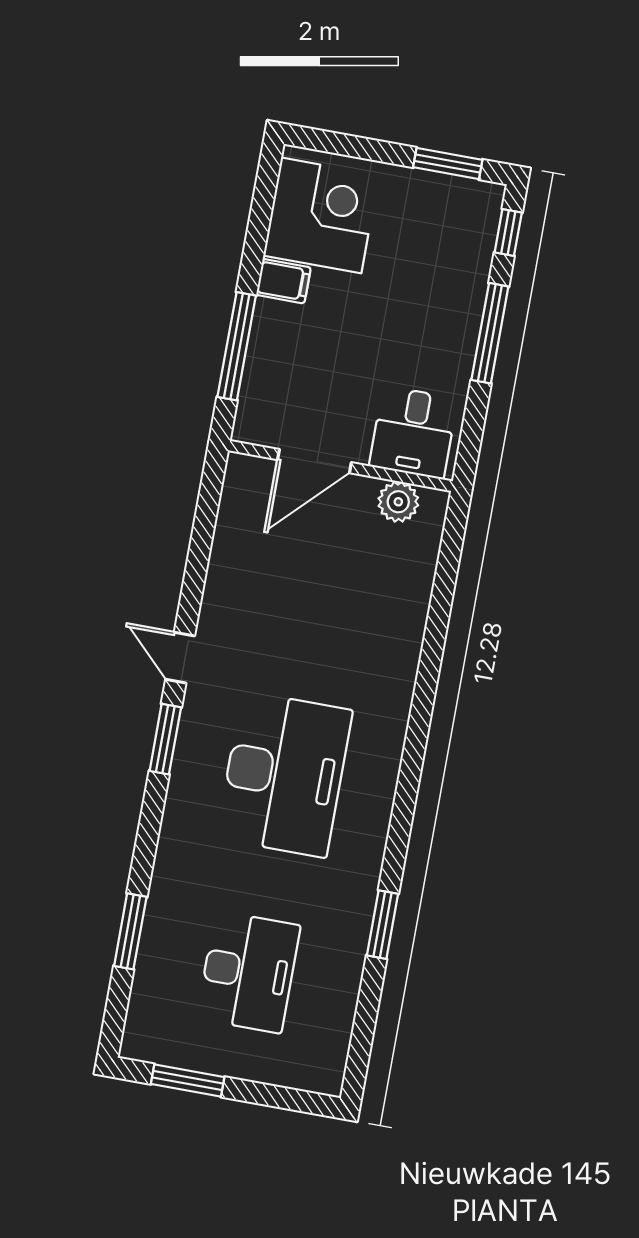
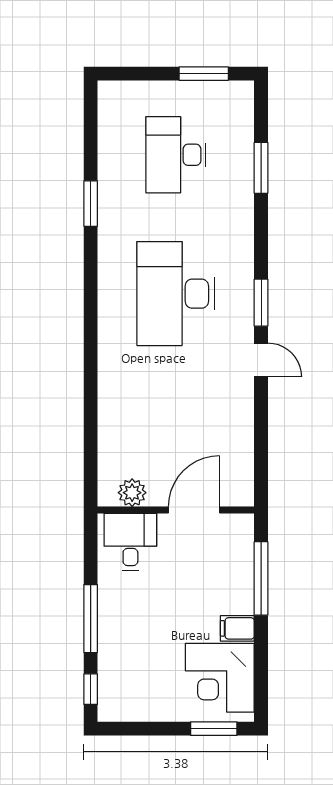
window: (448, 164) -> (214, 729), moved

